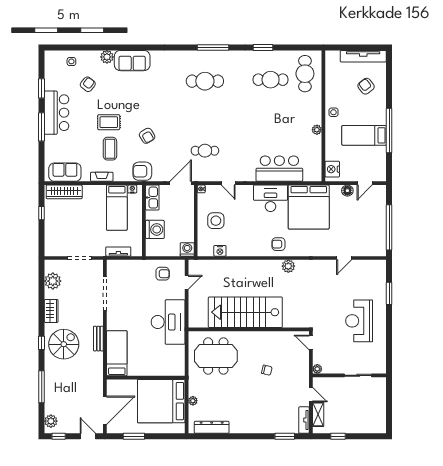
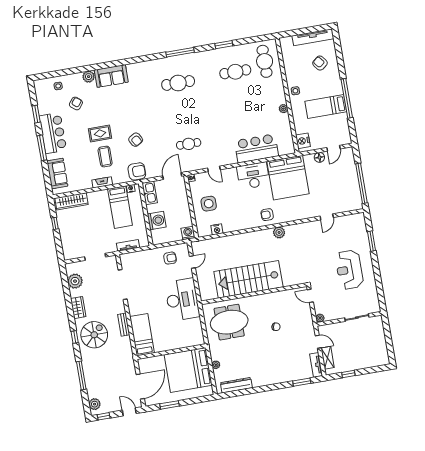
armchair: (142, 171) -> (137, 171), turned 180
sofa: (65, 172) -> (57, 173), moved, turned 90

